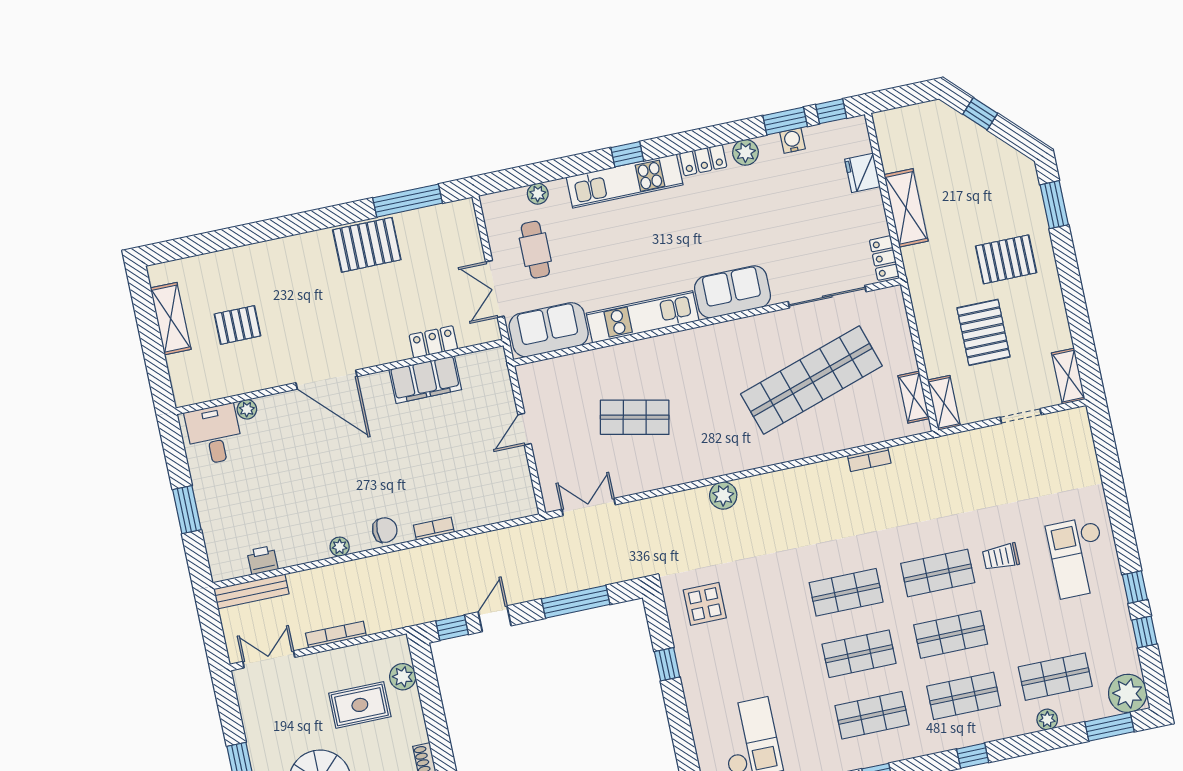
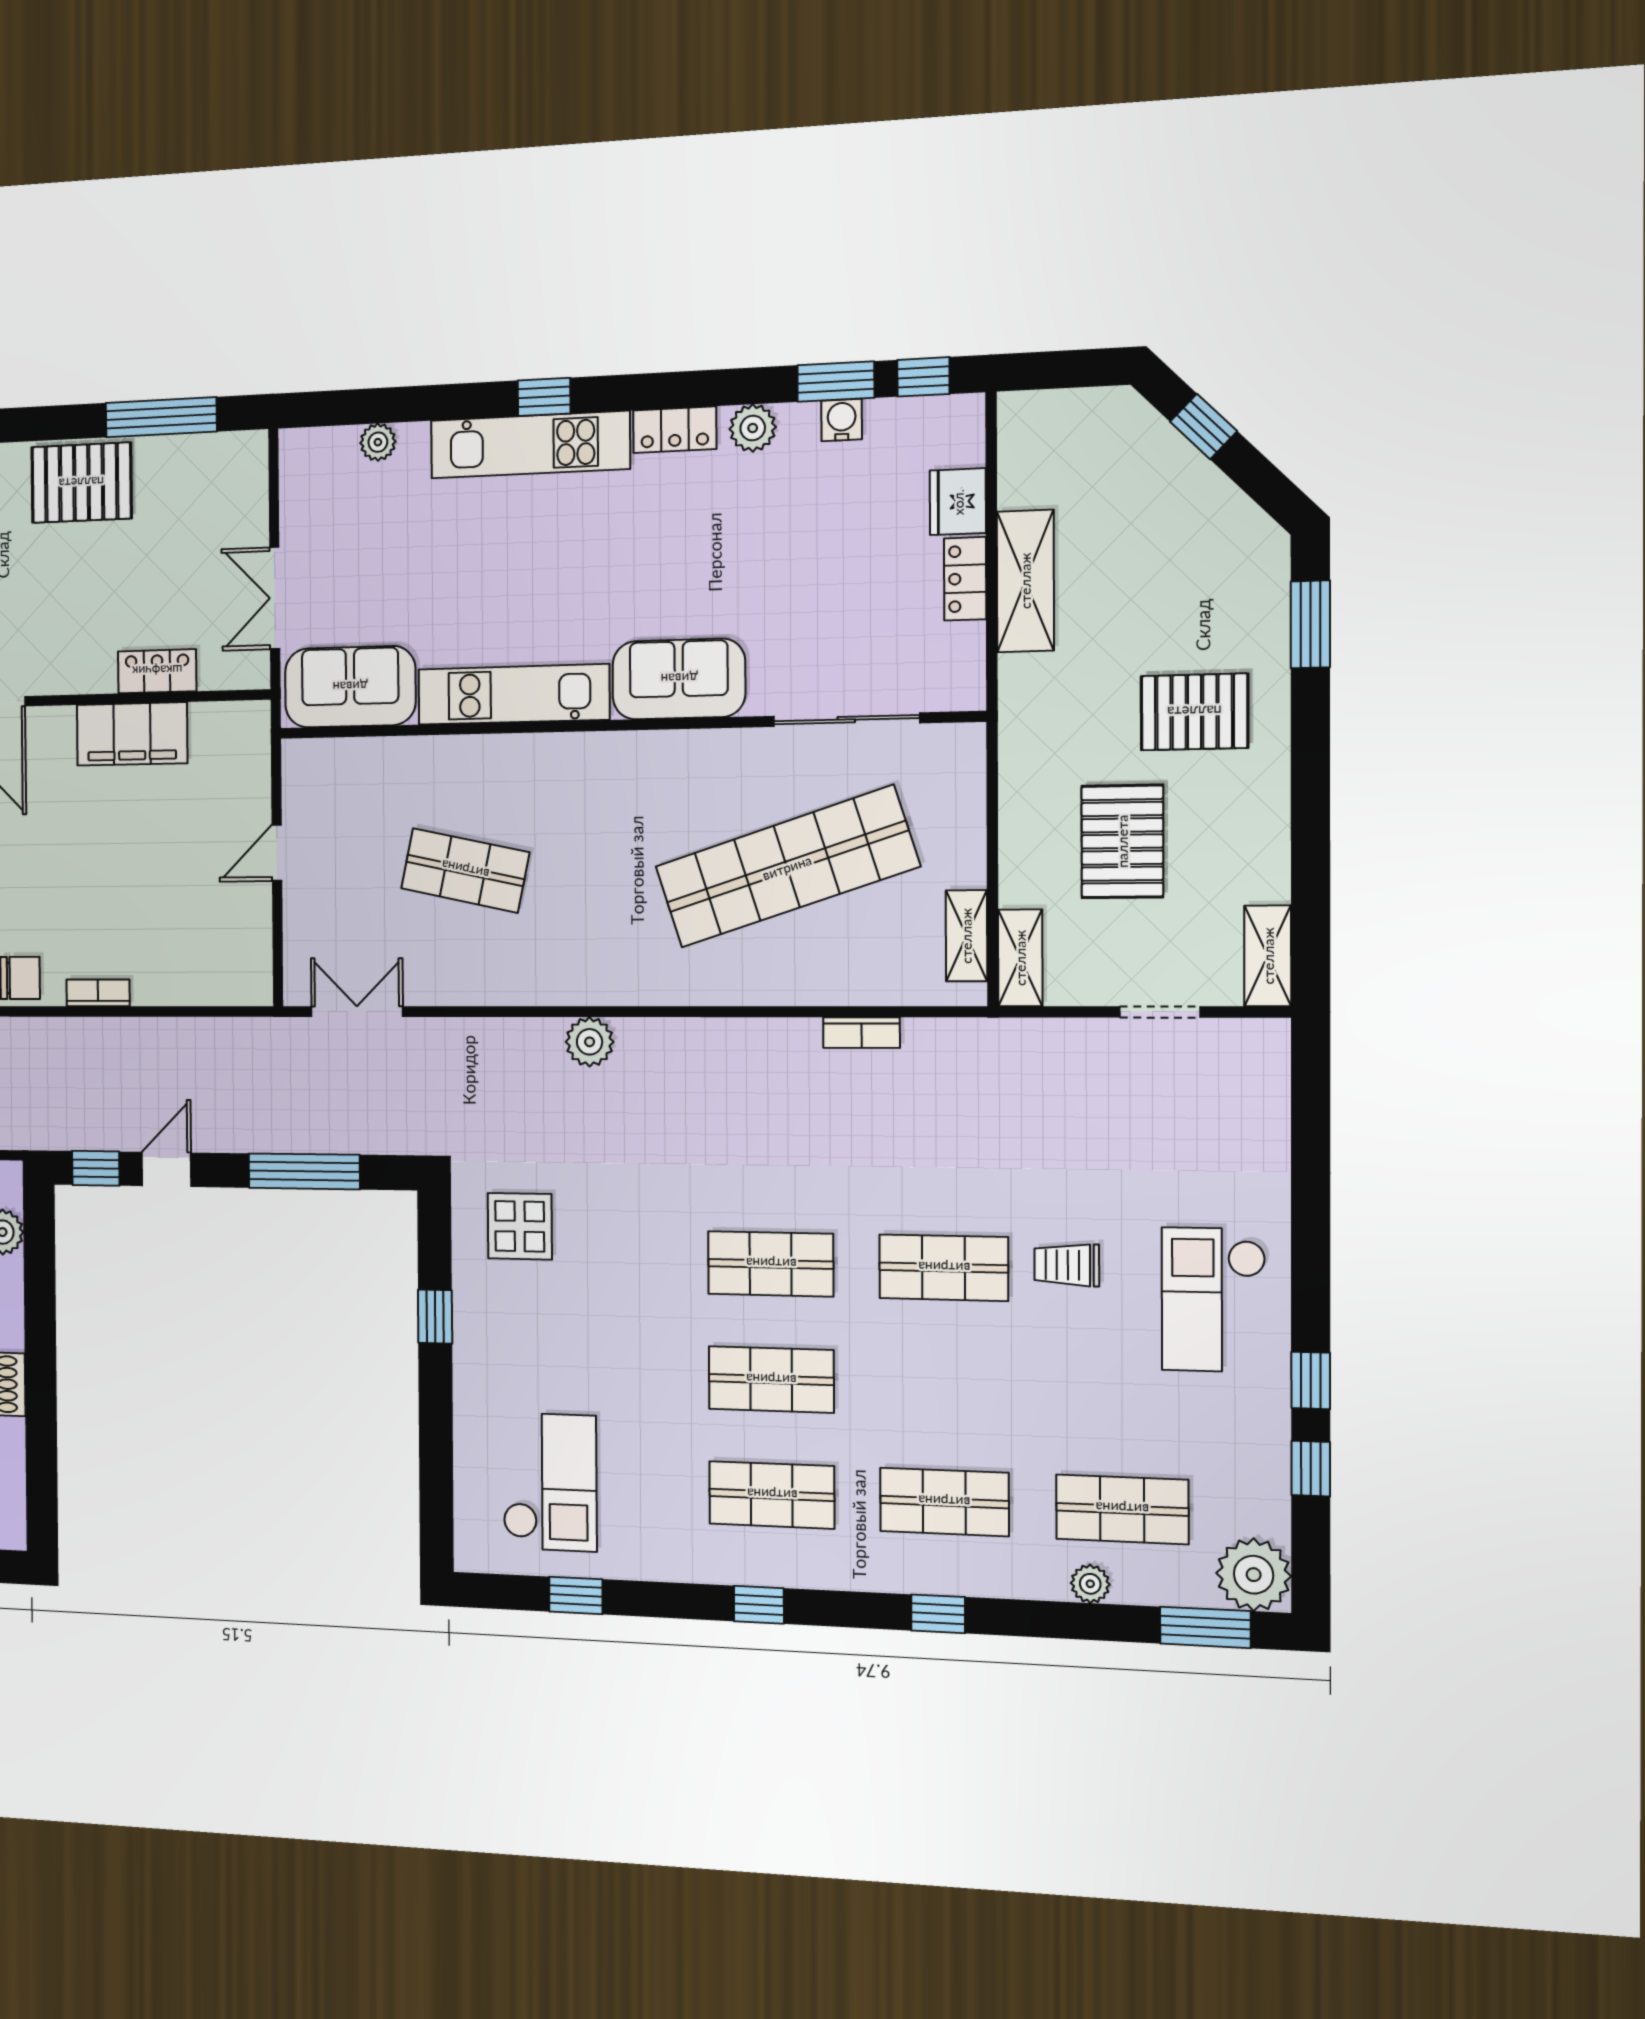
cafe table: (535, 250) -> (355, 541), removed
locker: (884, 258) -> (965, 579), moved
shop shelf: (951, 634) -> (944, 1385), removed

